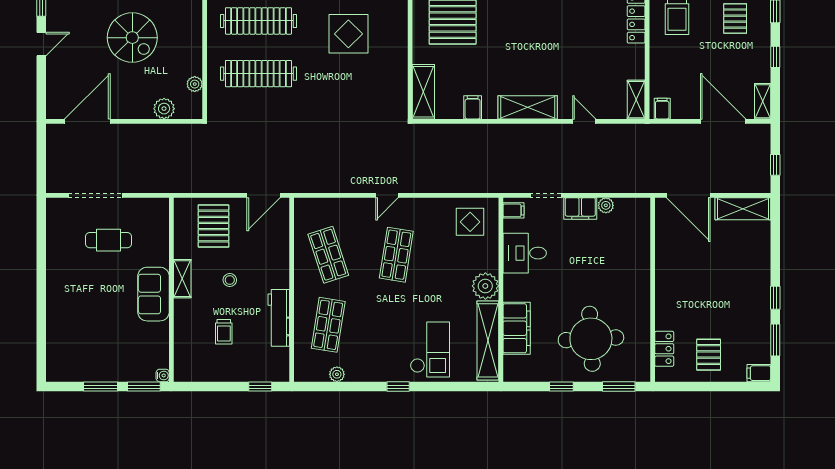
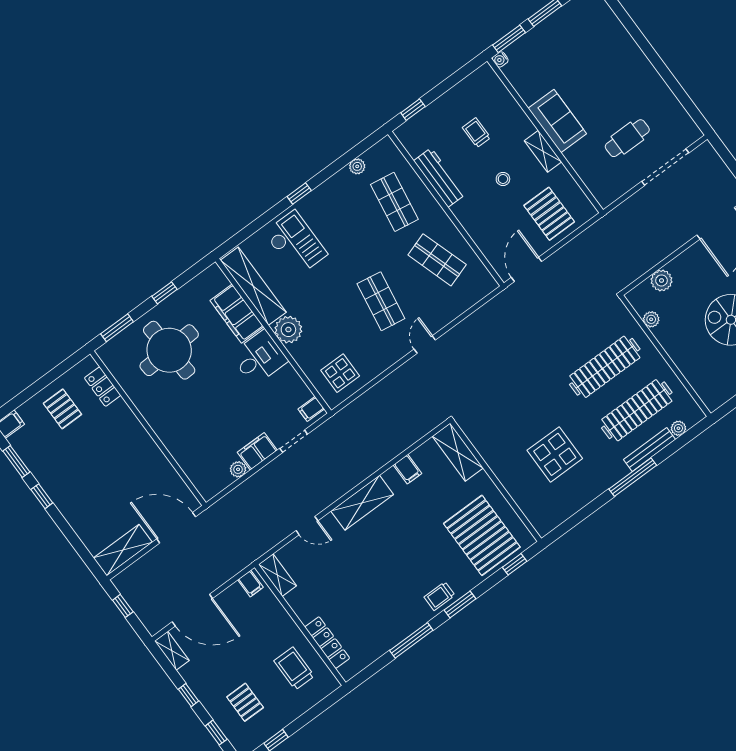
desk: (525, 253) -> (259, 358), moved
checkout: (430, 349) -> (296, 243), turned 180

